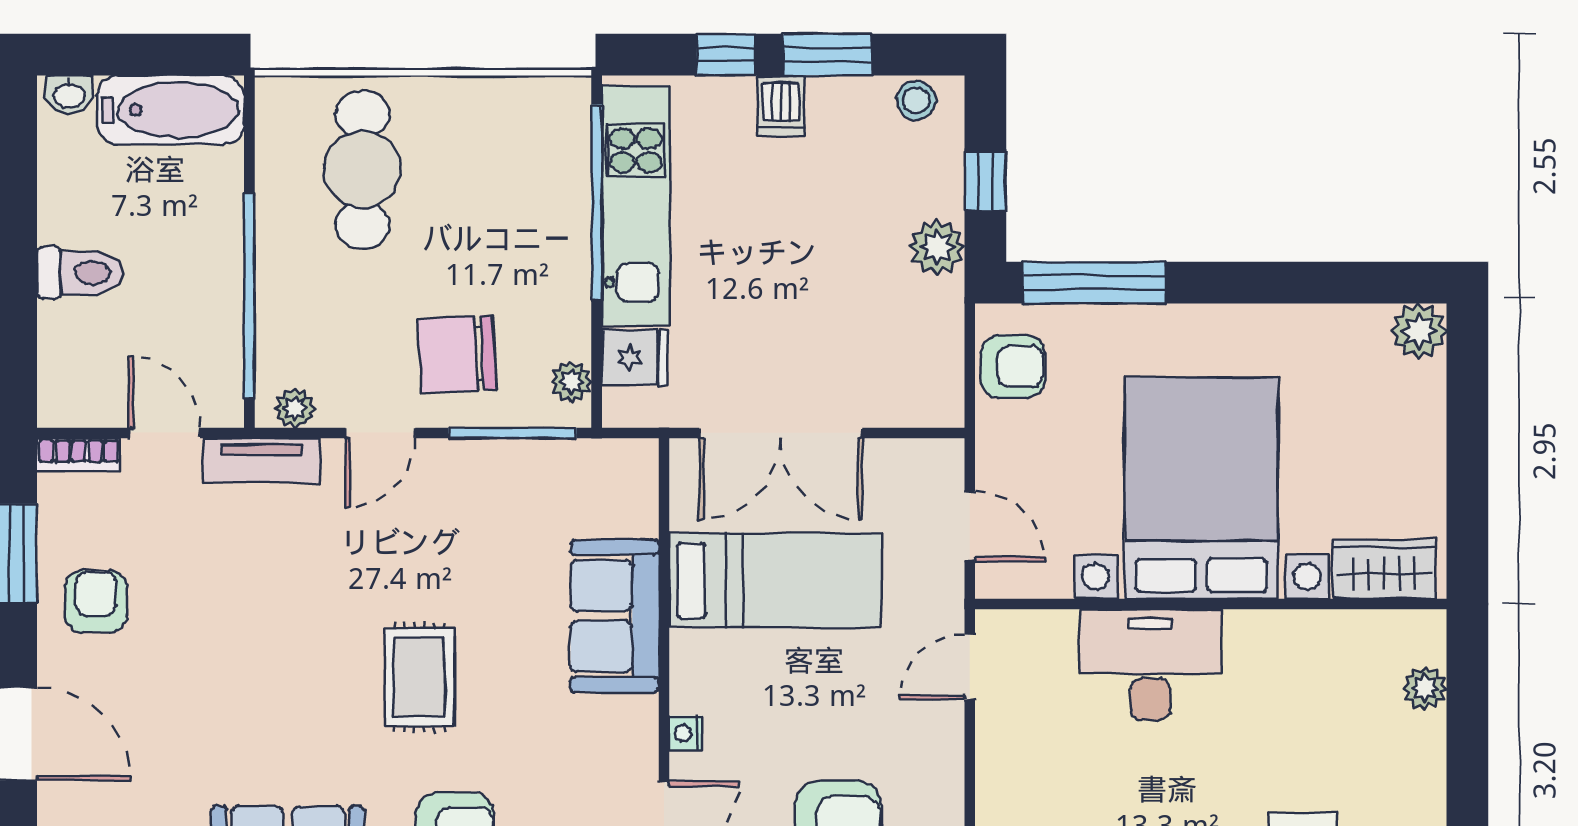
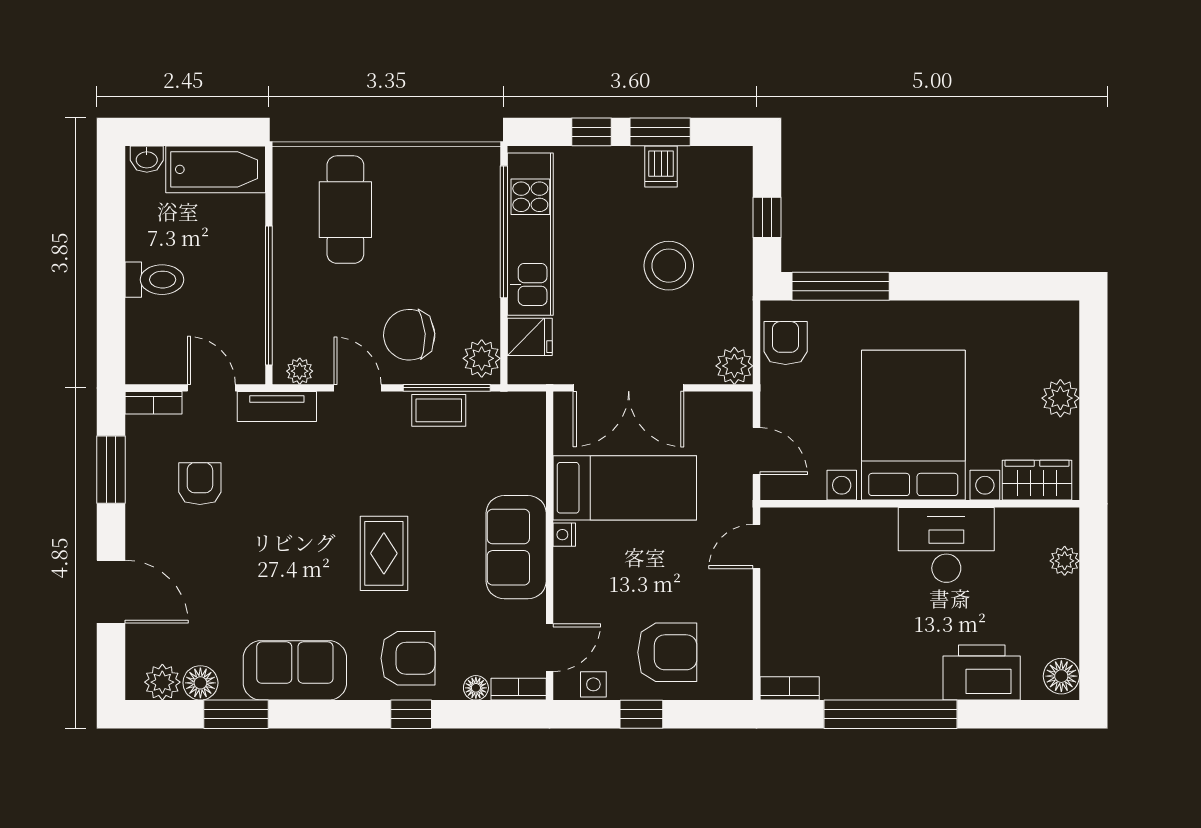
stool: (916, 100) -> (669, 266), moved, width x1.89, depth x1.89
dishwasher: (781, 106) -> (661, 167), moved
plant: (937, 247) -> (734, 366), moved
plant: (1419, 331) -> (1060, 398), moved
armchair: (1013, 366) -> (786, 343), turned -90
plant: (571, 382) -> (482, 358), width x1.38, depth x1.38
door: (380, 433) -> (358, 388), swing flipped
coffee table: (500, 466) -> (439, 410), added
armchair: (96, 601) -> (200, 484), moved
sofa: (615, 616) -> (516, 547), moved
desk: (1150, 665) -> (946, 545), moved
nightstand: (686, 733) -> (564, 535), moved

